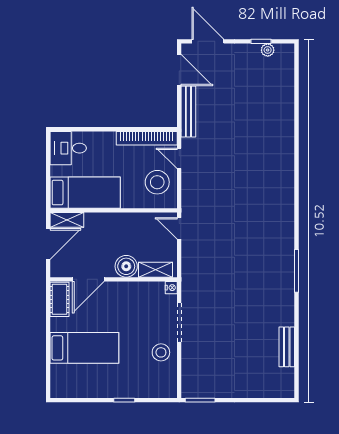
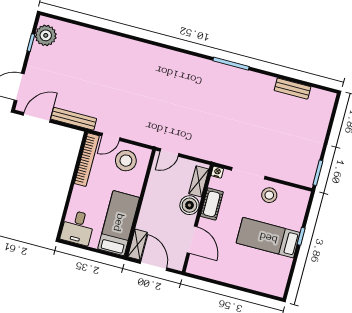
plant: (268, 50) -> (46, 35), width x1.87, depth x1.87
cot: (60, 299) -> (212, 204), moved, turned 90
bed: (84, 348) -> (268, 238), moved, turned -90

